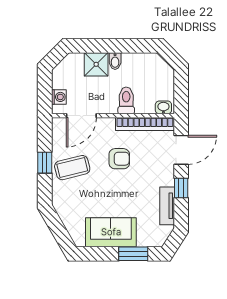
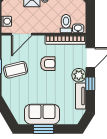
toilet: (126, 100) -> (66, 24), moved
plant: (164, 175) -> (79, 75), added
window: (133, 254) -> (43, 129), moved

